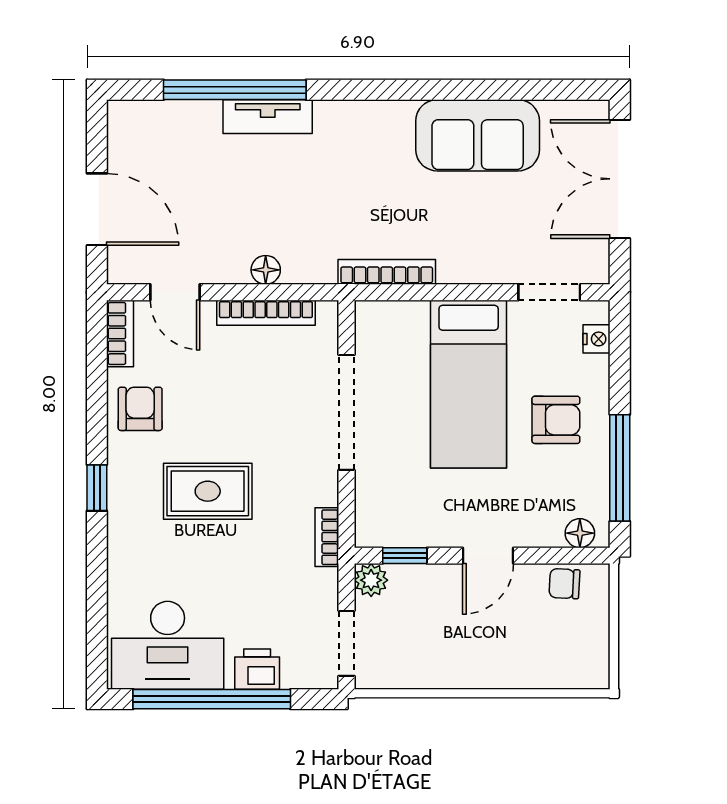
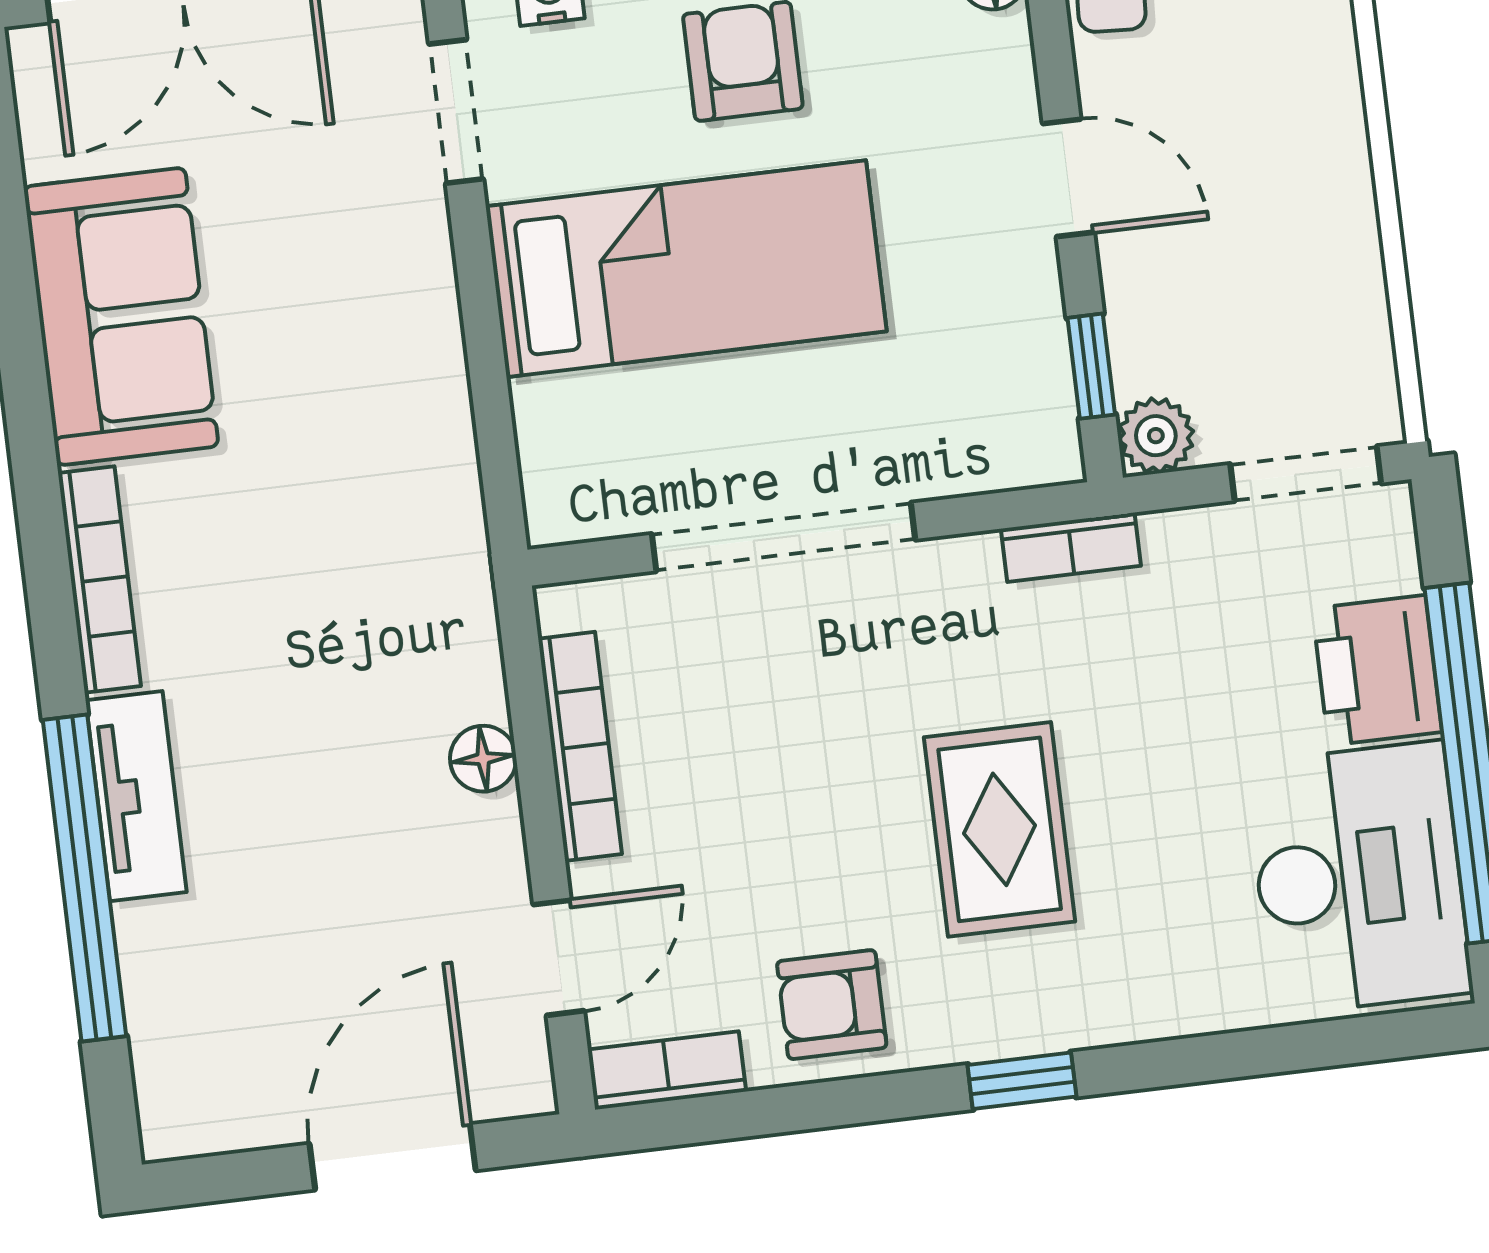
bookcase: (387, 272) -> (99, 580), moved, turned 180
printer: (257, 669) -> (1377, 670), width x1.36, depth x1.24

